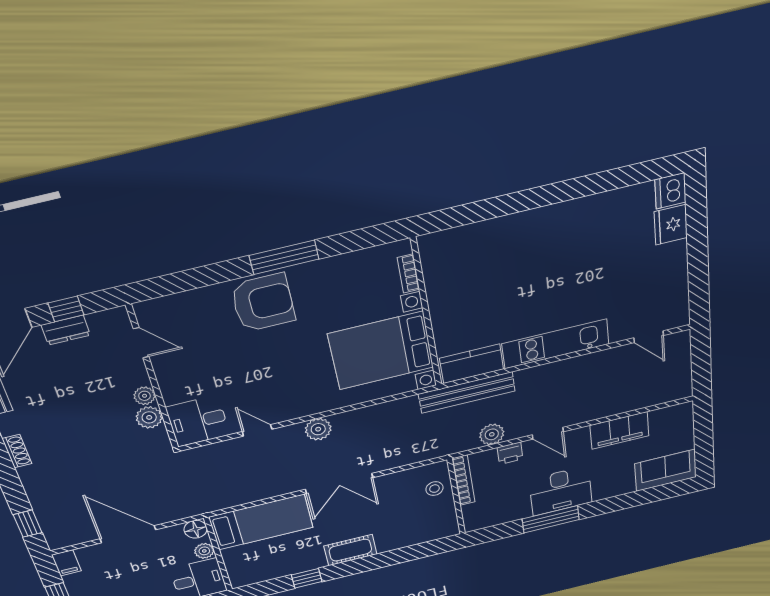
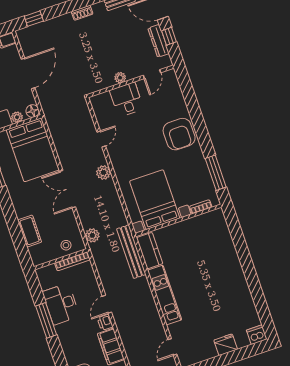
fridge: (671, 225) -> (226, 345), moved
window: (284, 257) -> (216, 173), moved
dresser: (66, 330) -> (158, 41), width x1.44
plant: (149, 417) -> (107, 81), removed
desk: (198, 421) -> (127, 100), moved
plant: (492, 434) -> (92, 235), moved
printer: (510, 453) -> (105, 322), moved
desk: (561, 491) -> (61, 304), moved
bed: (261, 522) -> (33, 150), width x1.50
cot: (350, 550) -> (30, 231), moved

